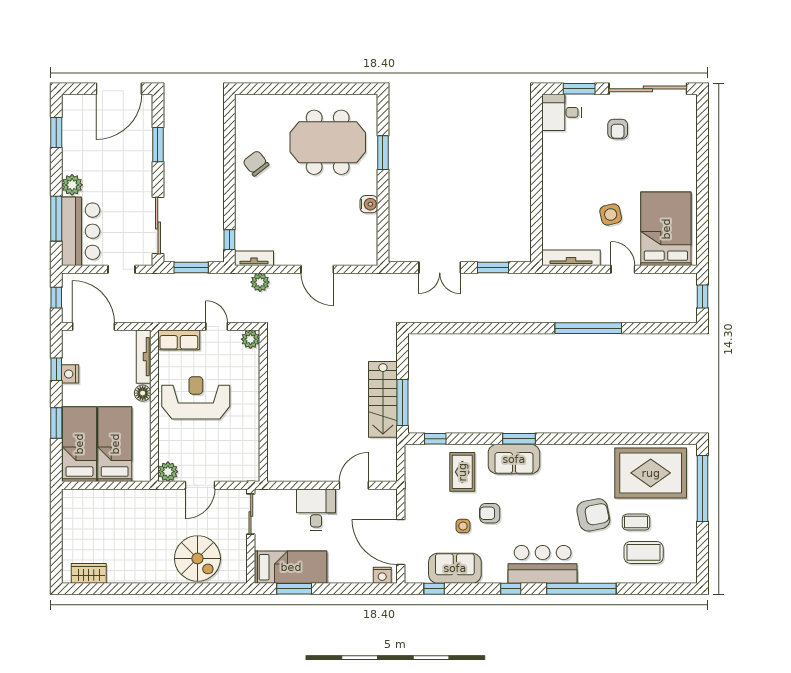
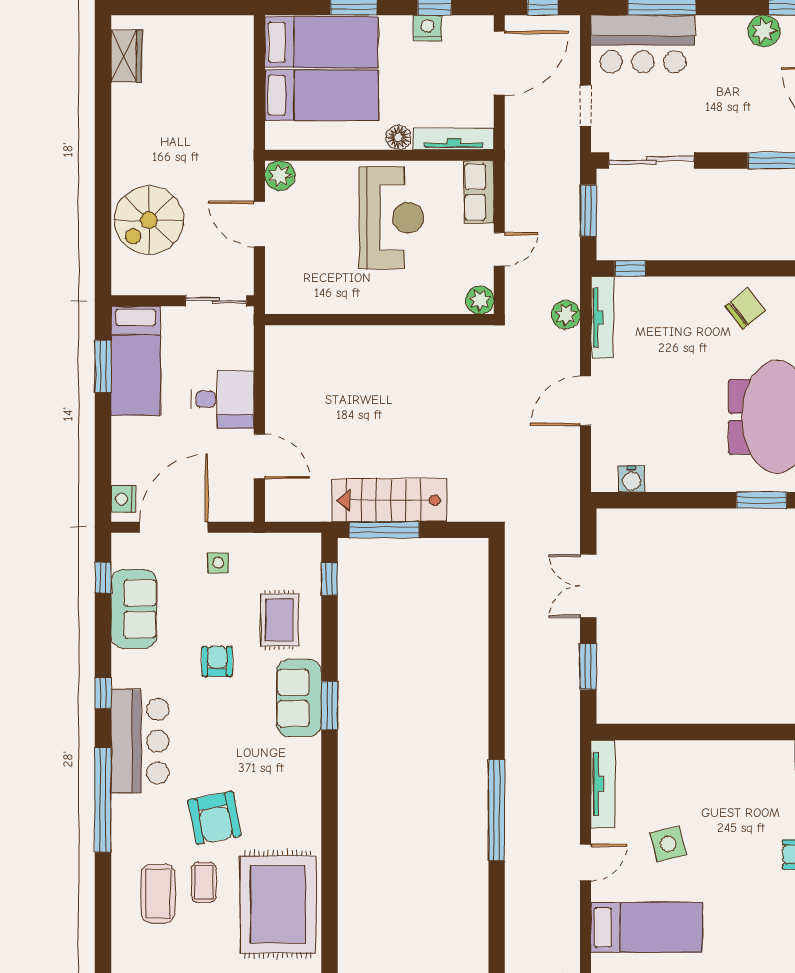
plant: (72, 185) -> (764, 31), moved
water cooler: (369, 204) -> (631, 479), moved
bed: (666, 229) -> (647, 927), width x0.67
tv unit: (254, 258) -> (602, 318), width x1.41
rug: (462, 472) -> (279, 620), turned 90
side table: (463, 526) -> (218, 563), moved

